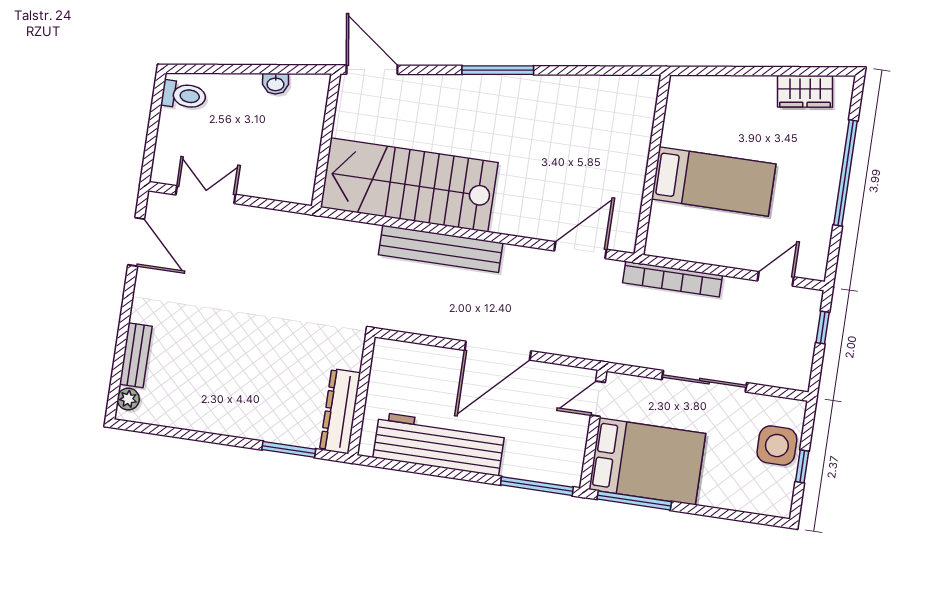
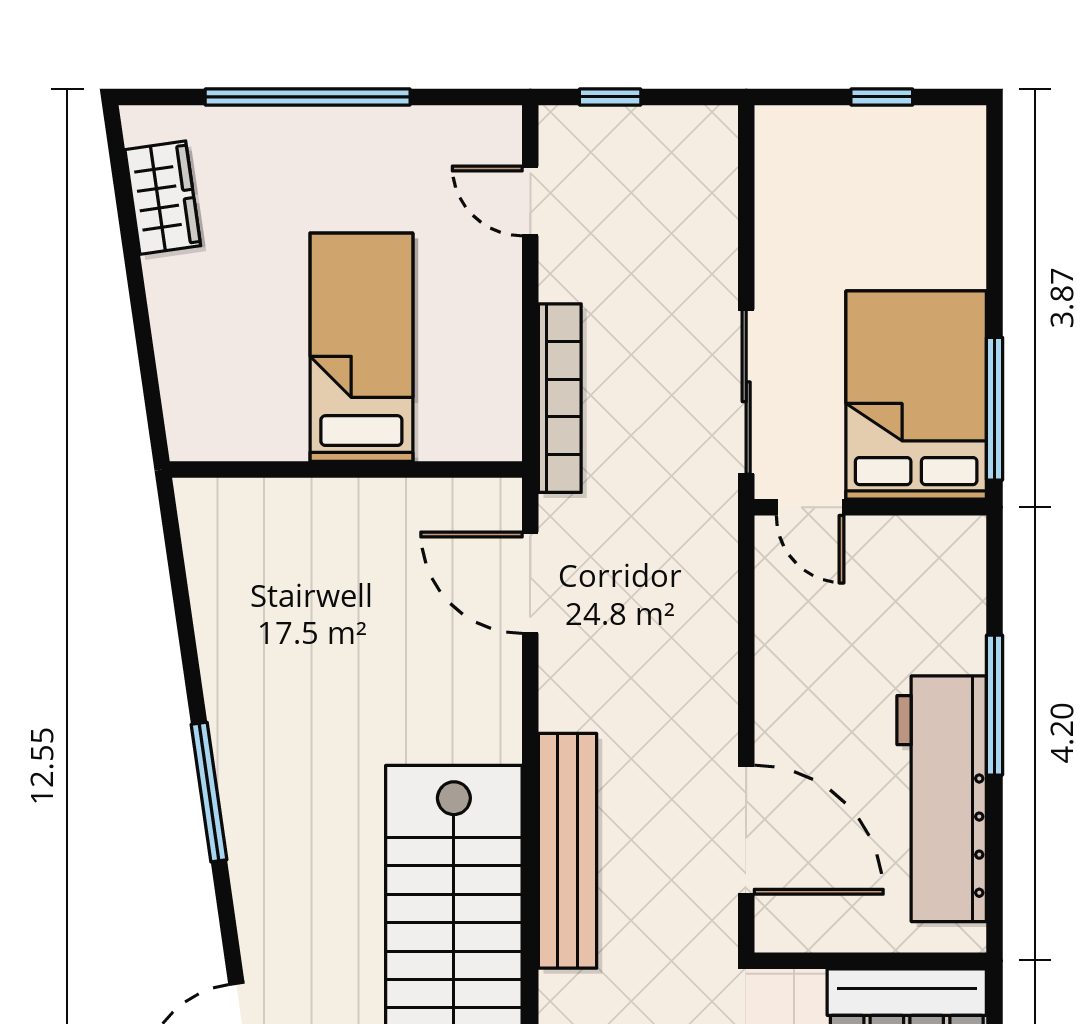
door: (498, 351) -> (746, 830), moved
sliding door: (704, 381) -> (746, 392), moved
side table: (777, 446) -> (849, 151), removed
window: (537, 486) -> (995, 705), moved

